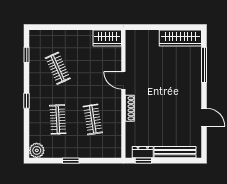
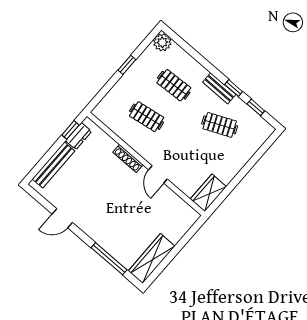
door: (123, 80) -> (158, 174), swing flipped
bench: (35, 89) -> (219, 88), added
window: (27, 101) -> (234, 88), moved

